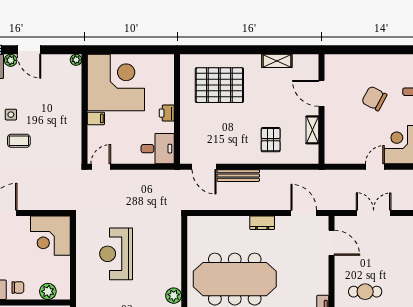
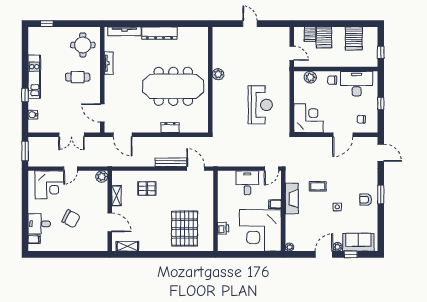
door: (29, 50) -> (324, 254), hinge flipped
shelving: (277, 61) -> (127, 246), moved
pallet: (219, 85) -> (184, 229), turned 90
printer: (167, 113) -> (223, 228), moved
fireplace: (73, 126) -> (292, 199), added
pallet: (271, 140) -> (147, 188), turned 90
coffee table: (19, 141) -> (318, 186), moved
desk: (158, 149) -> (247, 183), moved, turned 90
plant: (332, 156) -> (102, 177), added
dresser: (262, 223) -> (170, 128), moved

